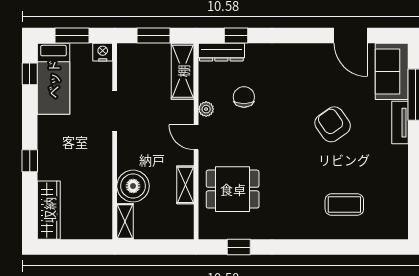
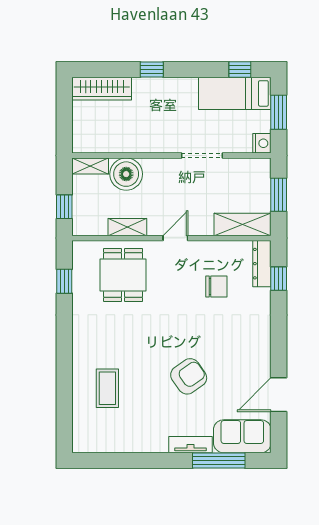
plant: (206, 109) -> (204, 248), removed
window: (165, 247) -> (64, 207), added

